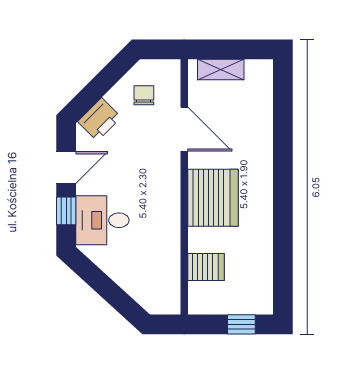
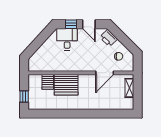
server rack: (213, 198) -> (66, 85), moved

